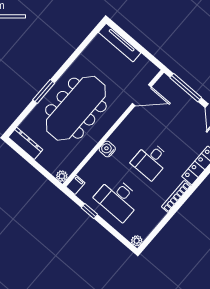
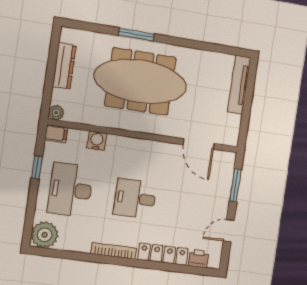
window: (186, 88) -> (235, 185), width x0.69
dresser: (25, 143) -> (64, 66), moved
water cooler: (107, 149) -> (97, 141), moved
plant: (137, 241) -> (45, 235), width x1.88, depth x1.88

